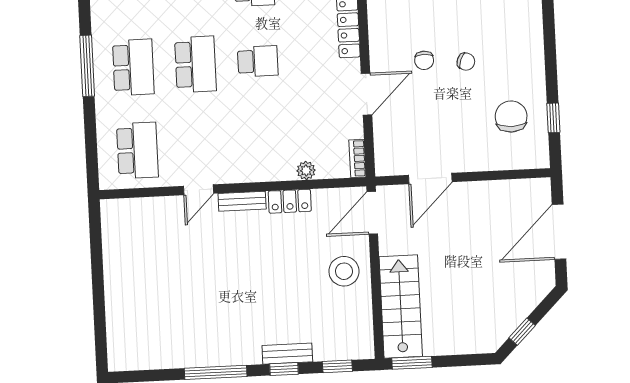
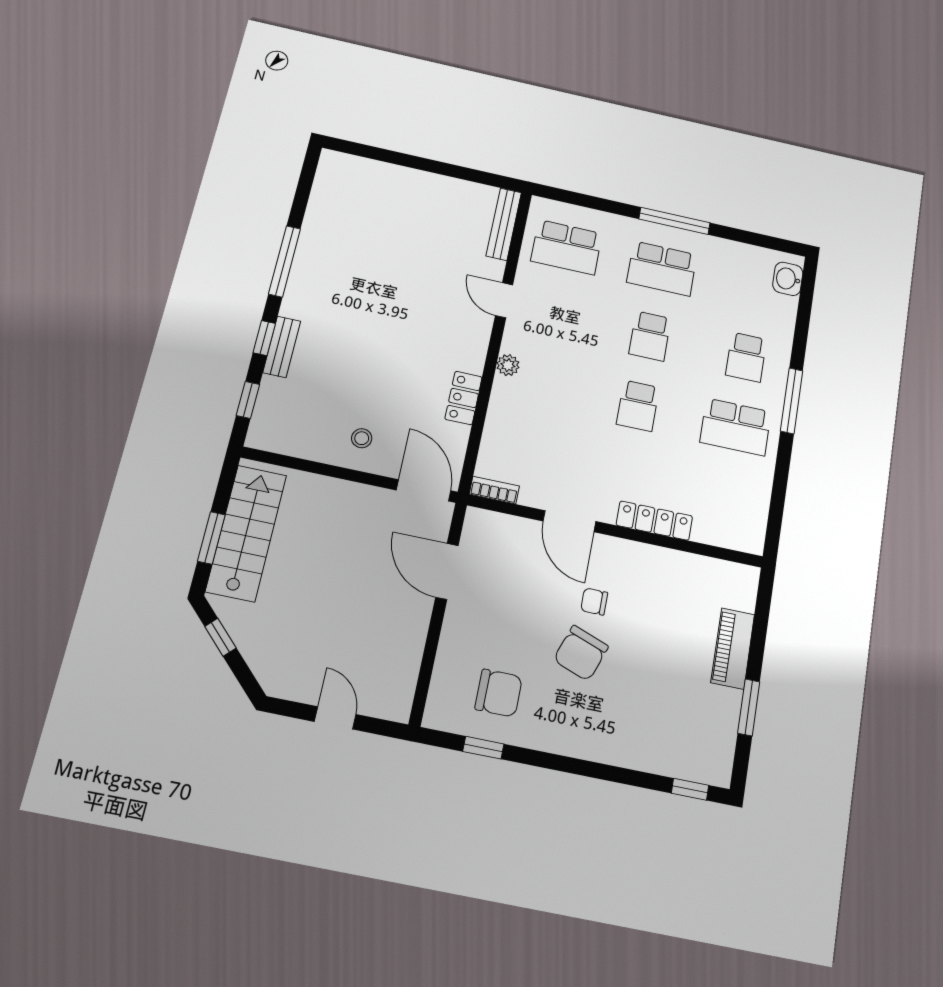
chair: (466, 62) -> (581, 653), width x1.87, depth x1.87
school desk: (196, 64) -> (650, 336), width x0.54
plant: (306, 170) -> (508, 365), moved
bench: (242, 201) -> (504, 224), moved, width x1.36
door: (559, 232) -> (335, 718), width x0.53
stool: (344, 271) -> (362, 438), width x0.53, depth x0.53
stairs: (401, 307) -> (246, 533), moved, turned -90
window: (412, 363) -> (211, 538), moved

